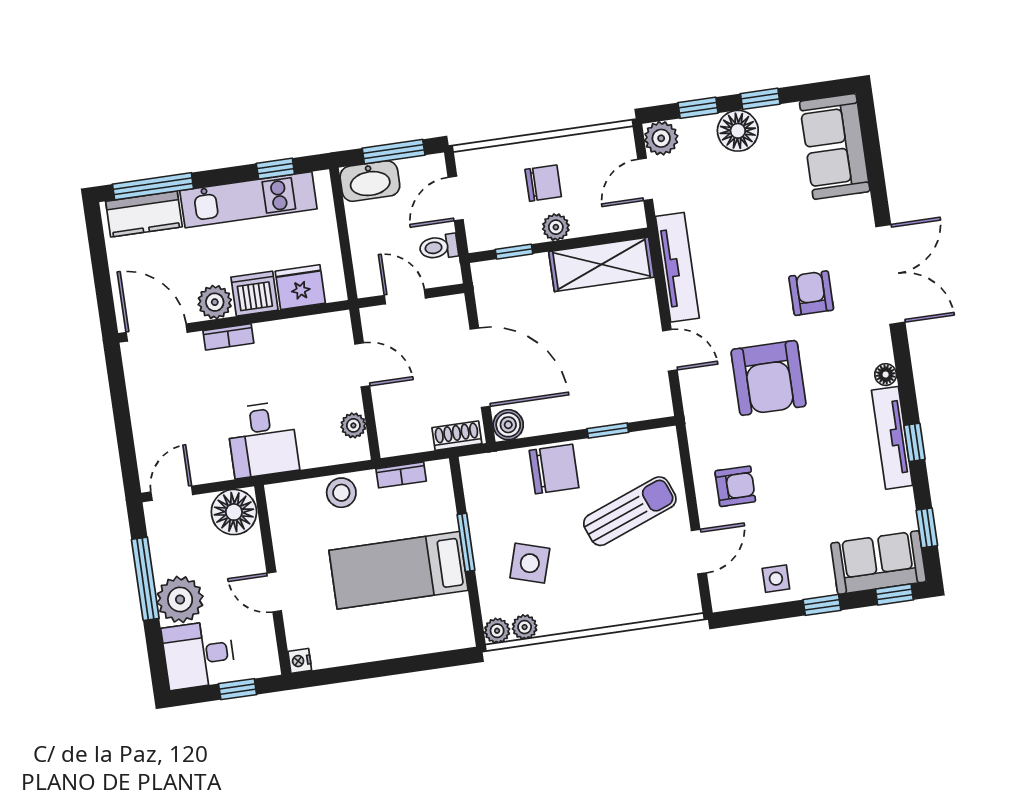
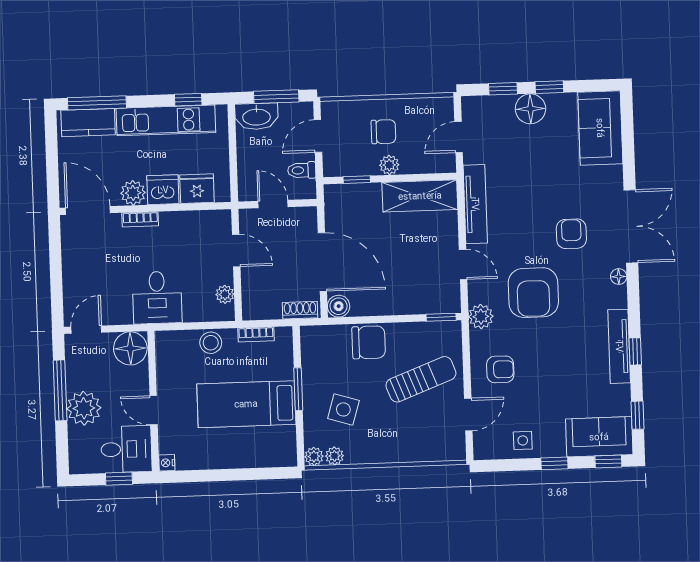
plant: (661, 138) -> (481, 317), moved
floor lamp: (886, 375) -> (619, 277), moved
window: (608, 430) -> (441, 317), moved
desk: (199, 655) -> (126, 449), moved, turned 180

